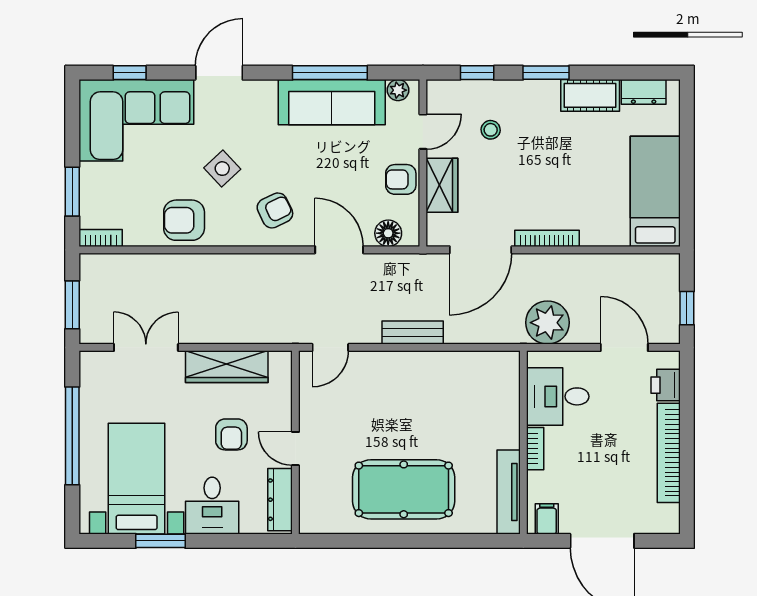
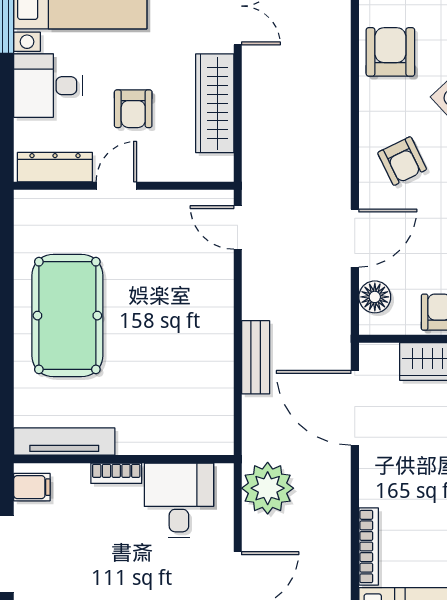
bookcase: (547, 238) -> (369, 547), moved
bench: (413, 333) -> (256, 357), moved
armchair: (231, 434) -> (133, 109), turned -90

